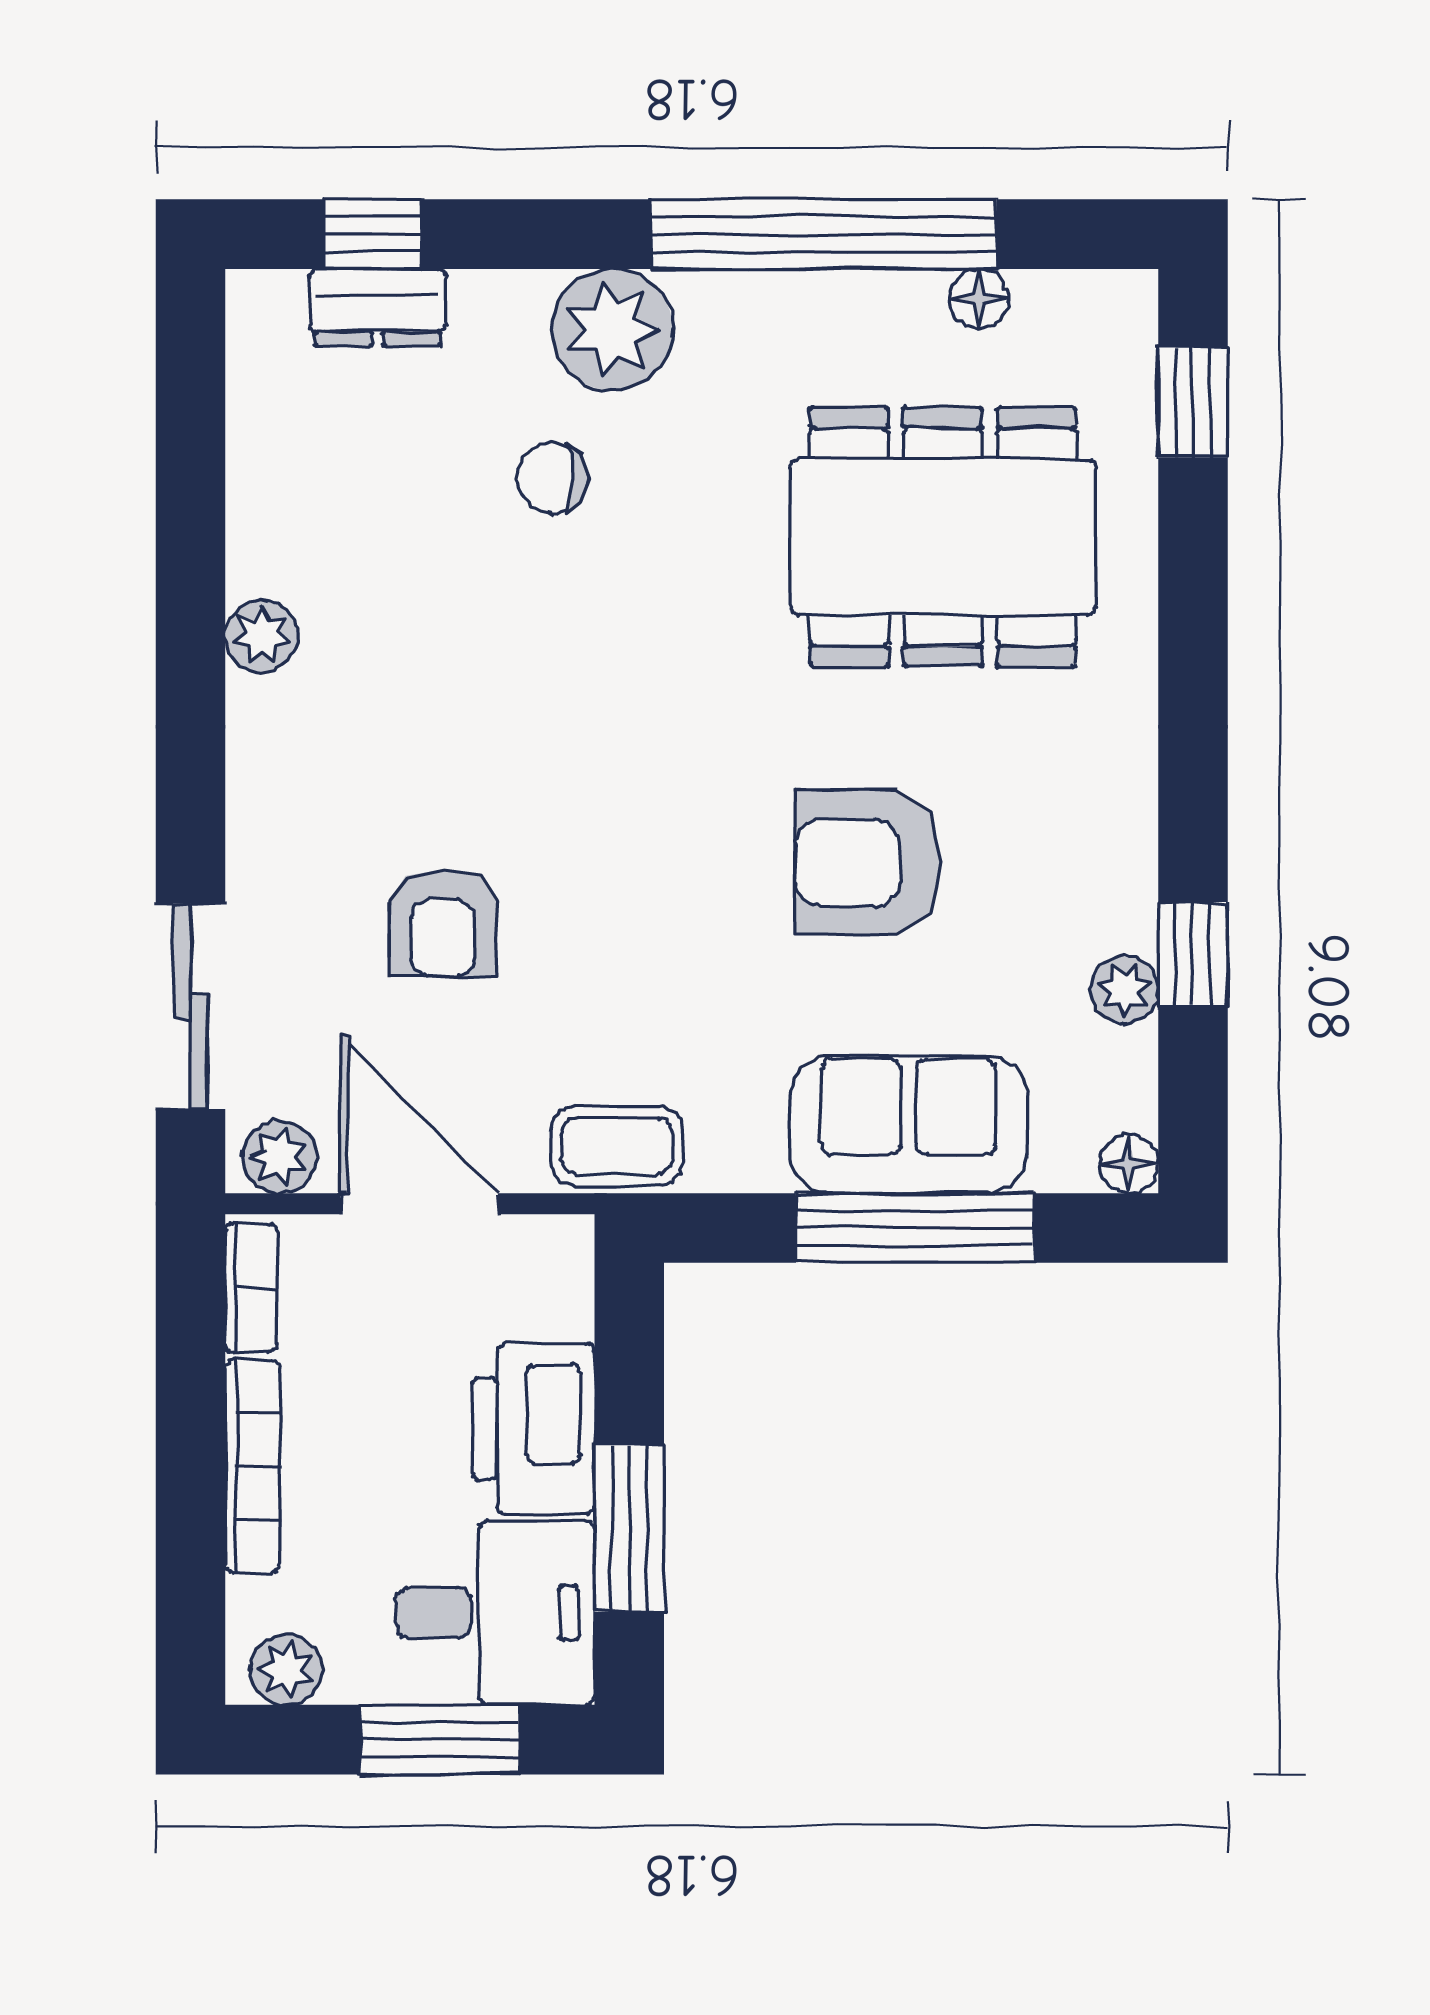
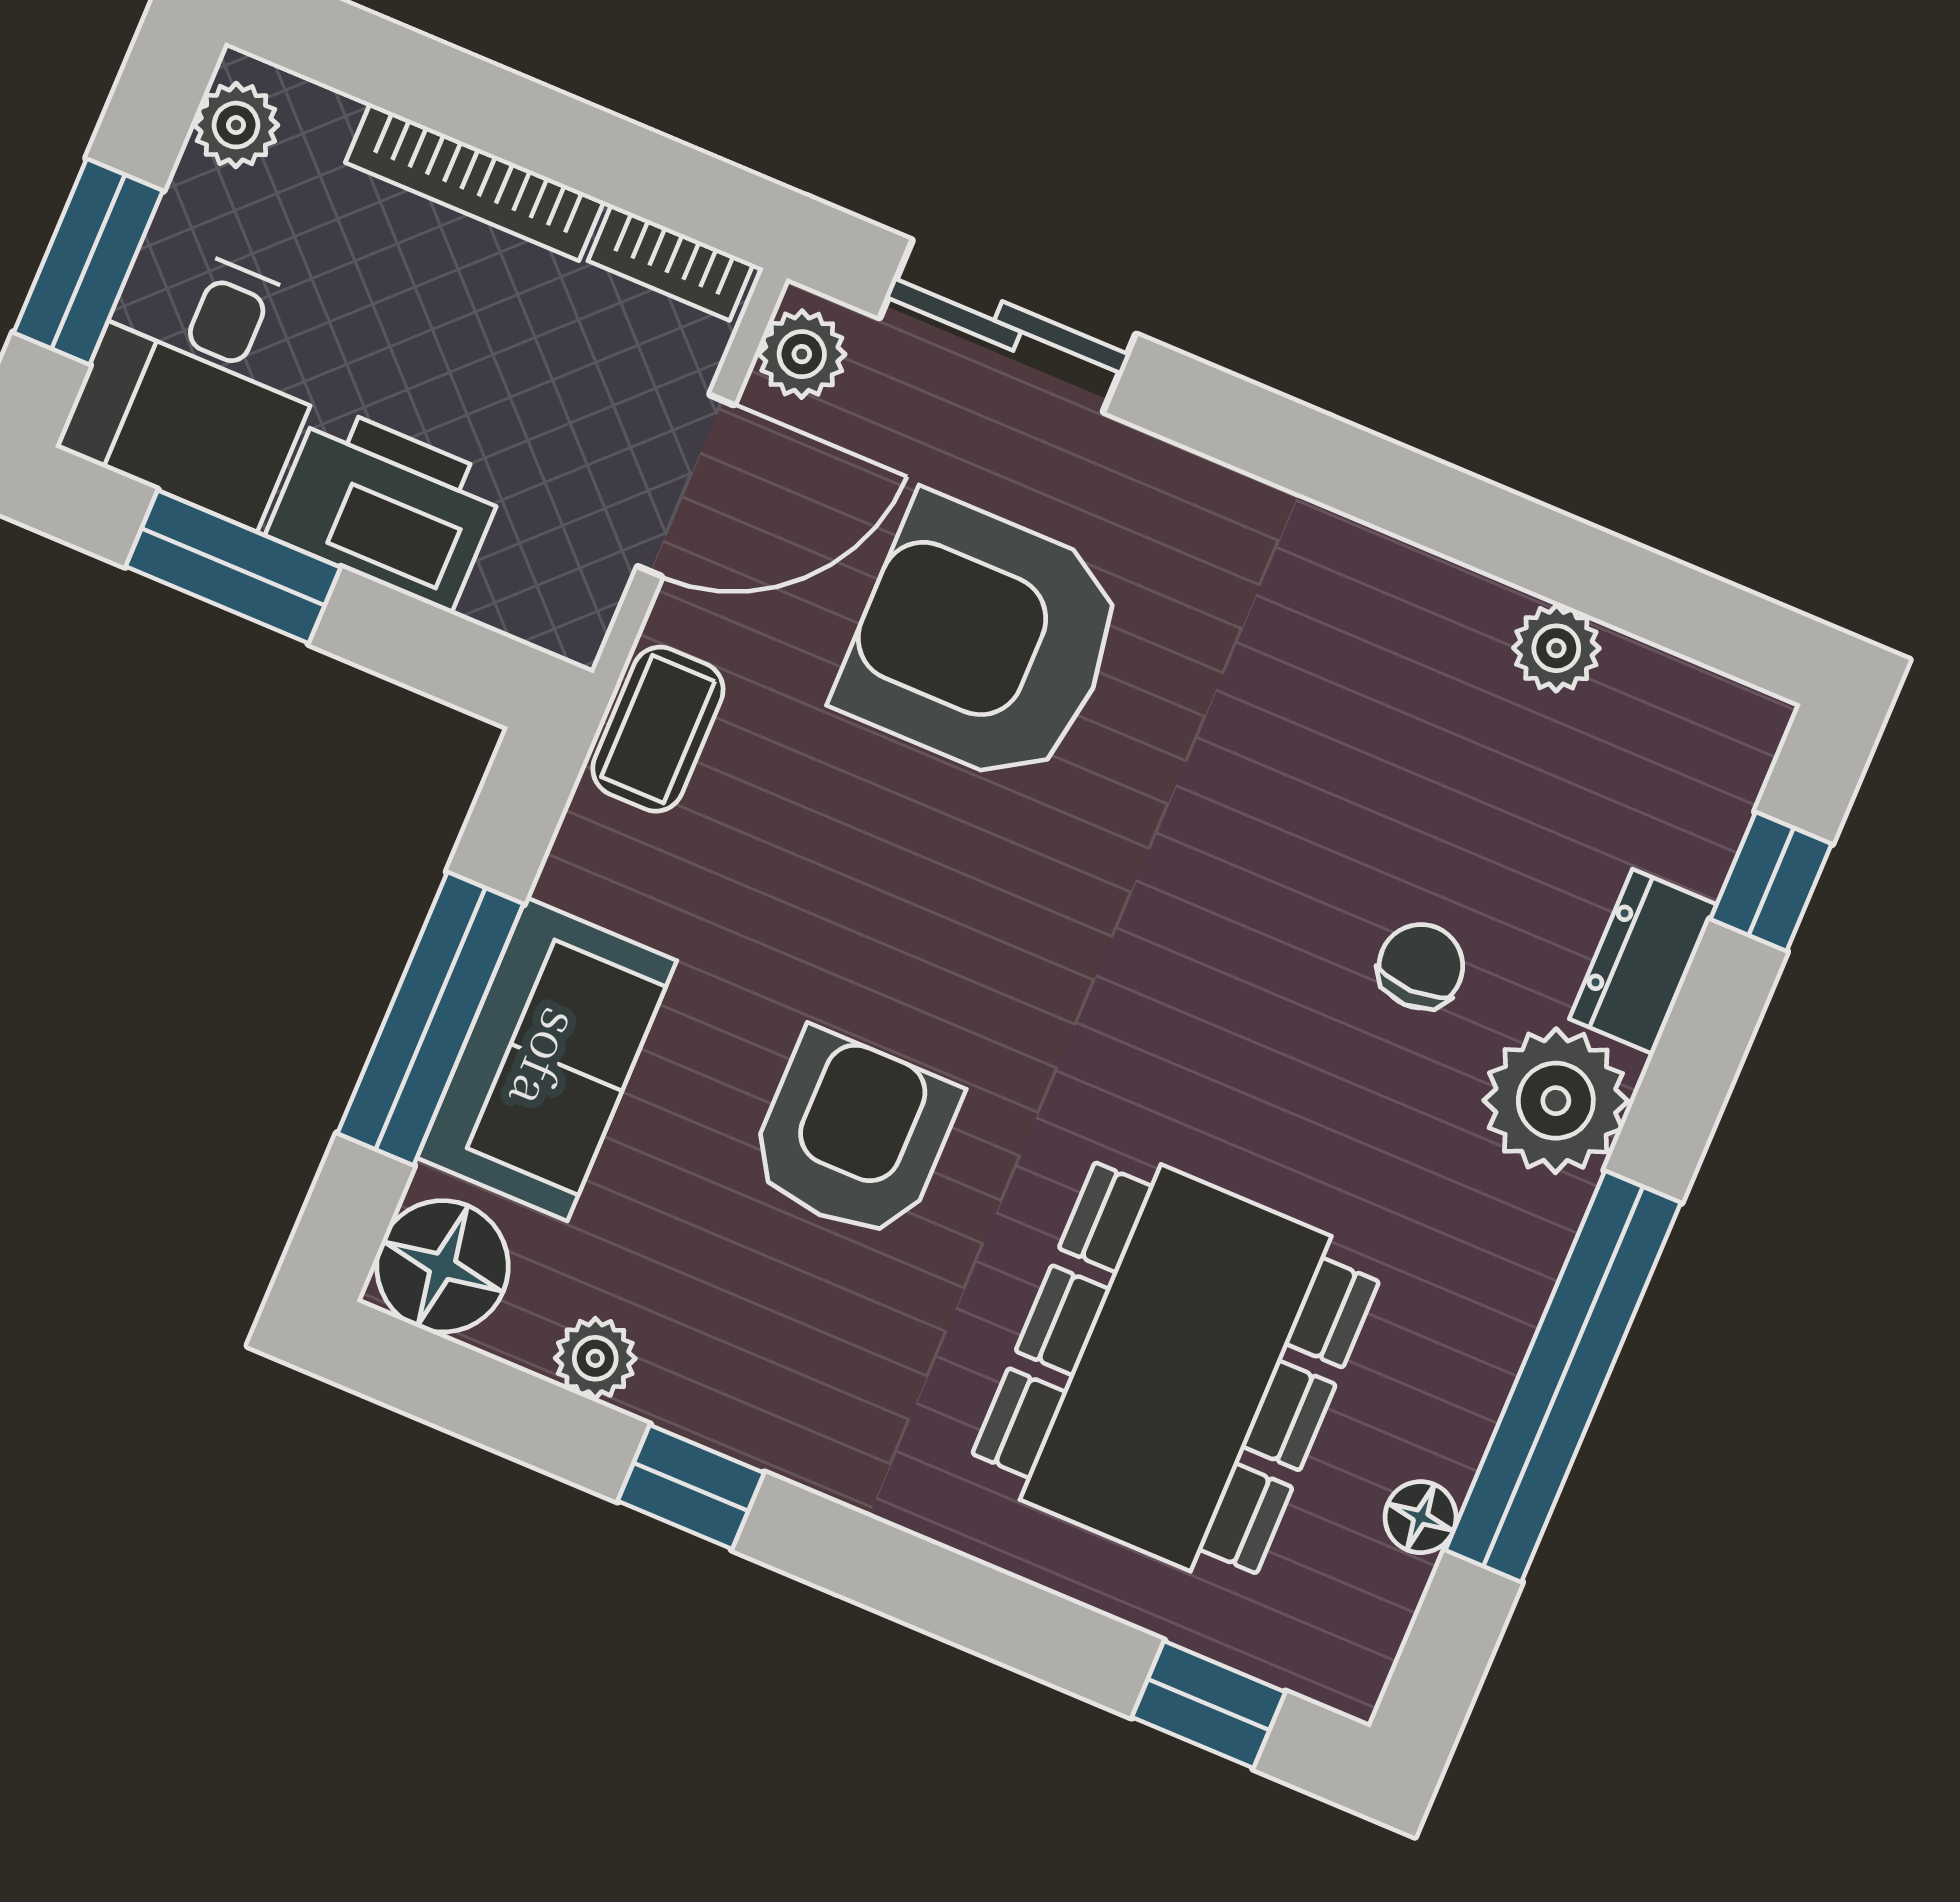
dresser: (377, 307) -> (1643, 962), moved
plant: (261, 636) -> (1556, 648), moved
armchair: (443, 923) -> (983, 641), width x1.88, depth x1.88
window: (1193, 954) -> (691, 1487), moved
floor lamp: (1129, 1164) -> (443, 1266), width x1.89, depth x1.89

